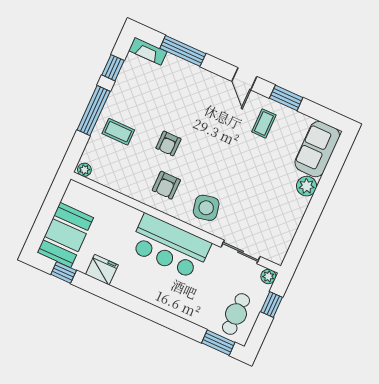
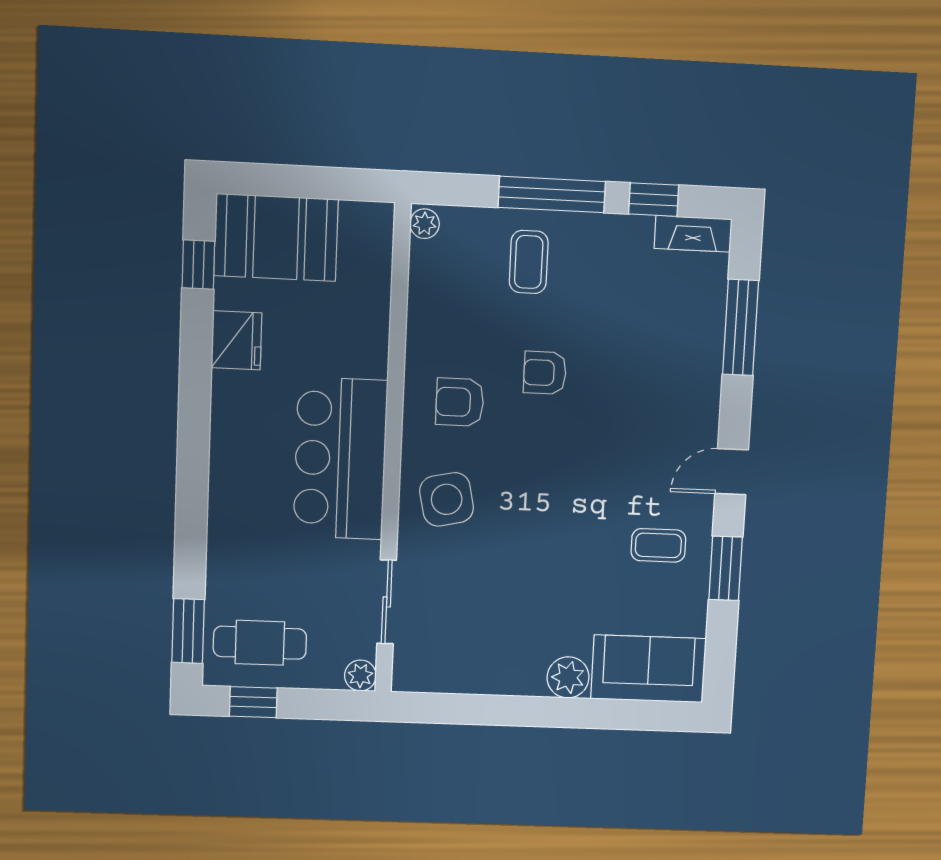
fireplace: (148, 51) -> (693, 234), moved, turned -90
window: (272, 304) -> (253, 702), moved

